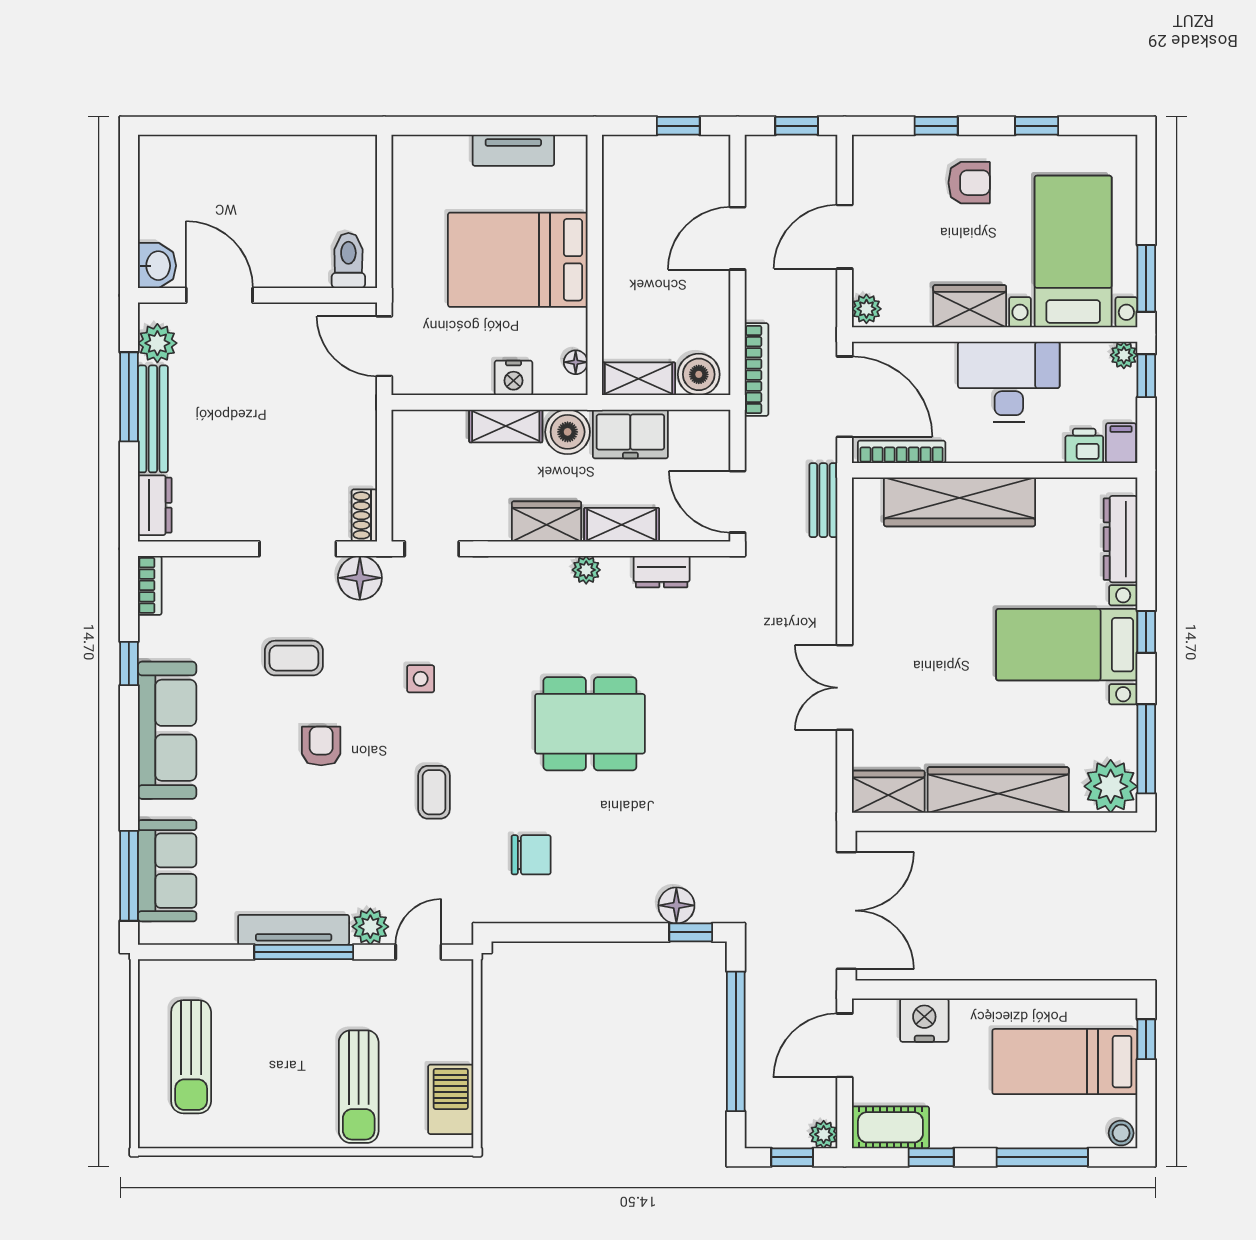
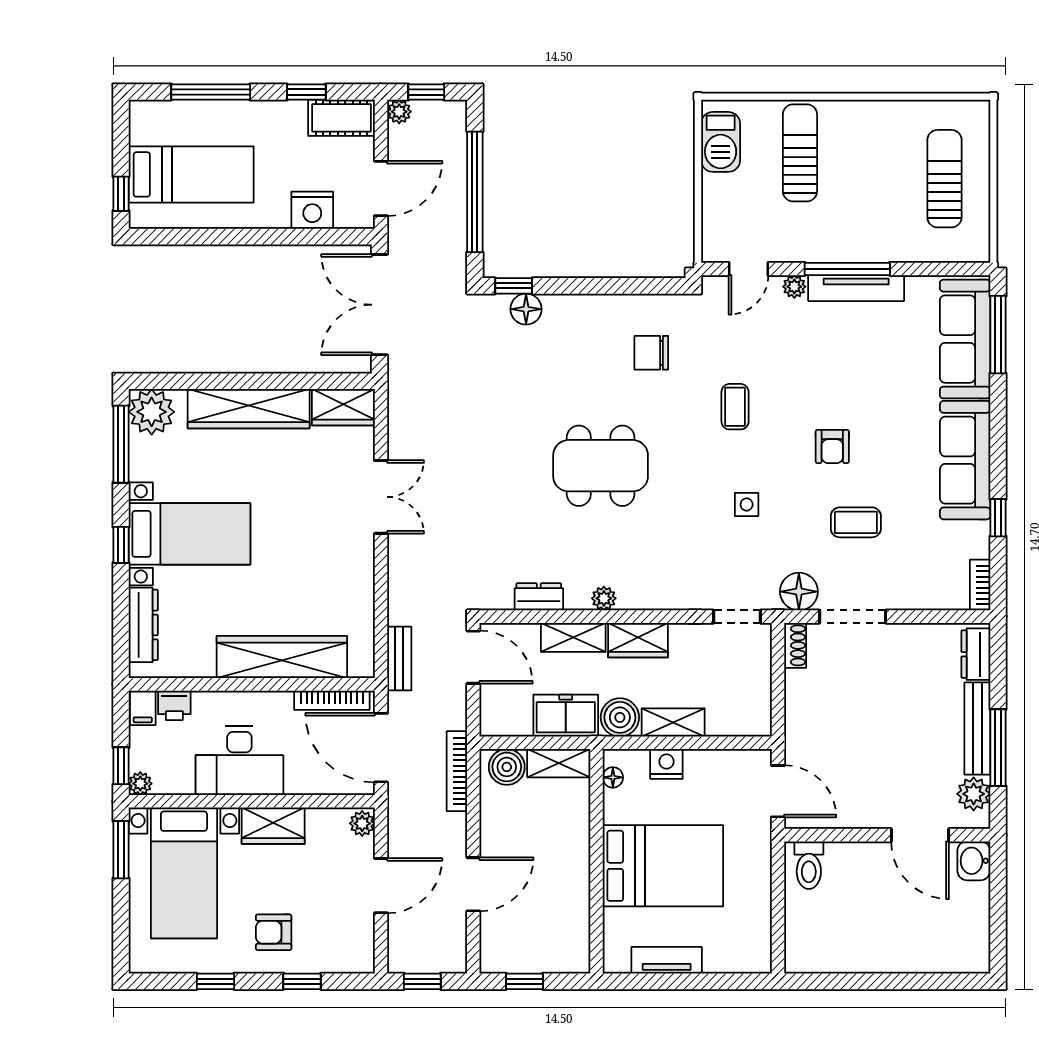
sofa: (167, 871) -> (965, 339), width x1.36
plant: (370, 927) -> (794, 287), width x0.73, depth x0.73
stool: (1121, 1133) -> (143, 113), removed

